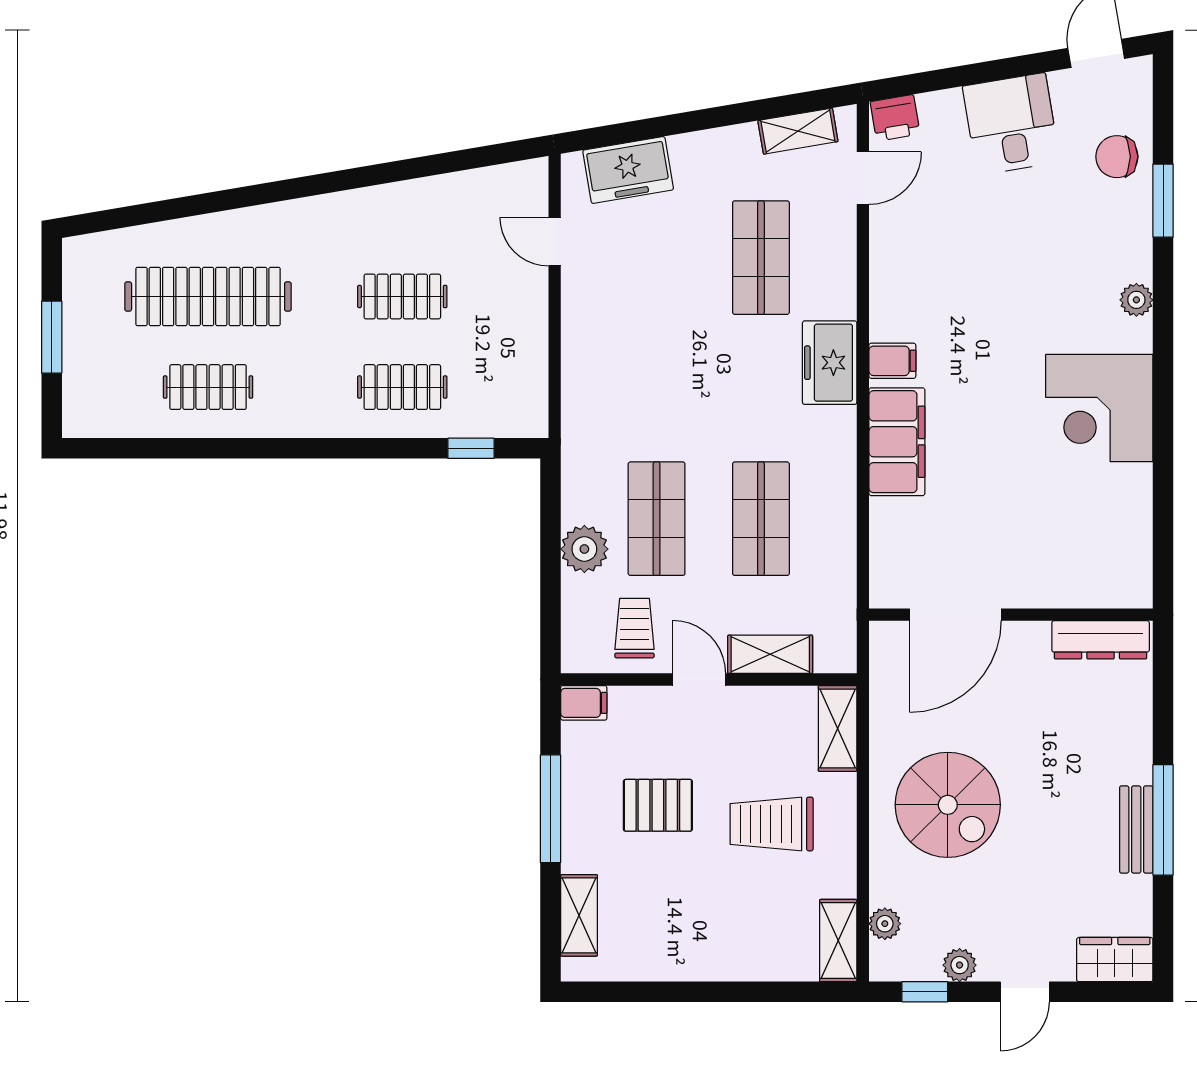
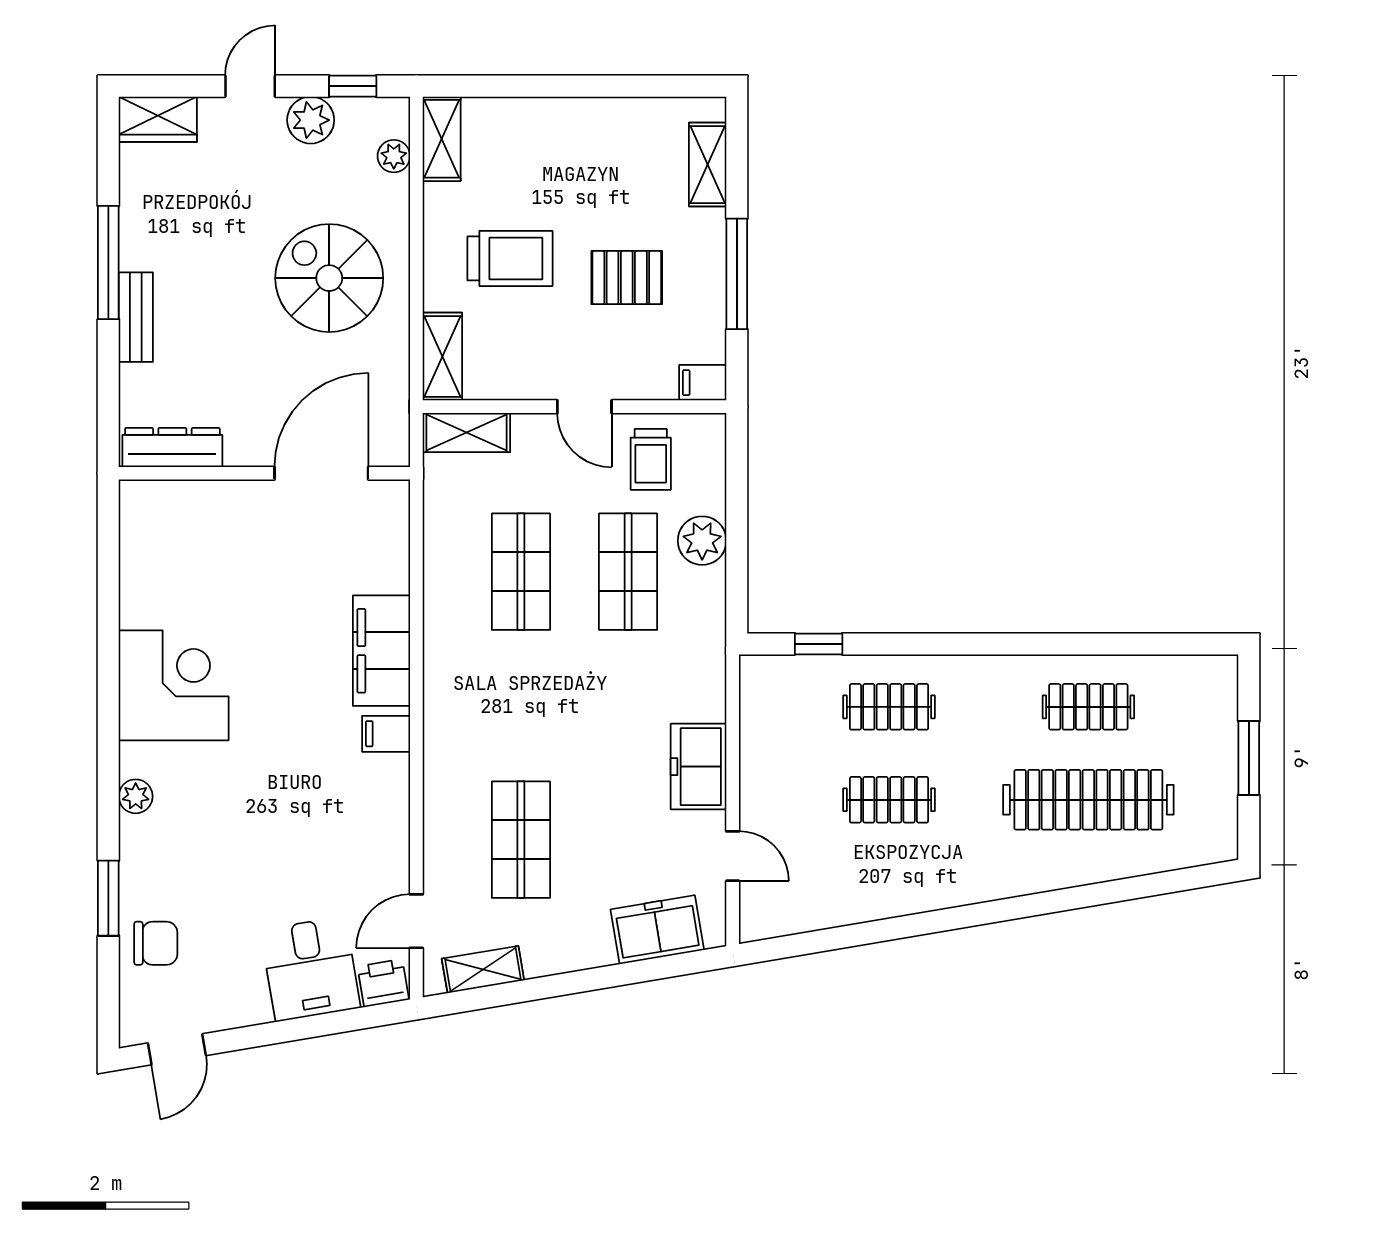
desk: (1011, 124) -> (310, 969), moved
freezer: (830, 363) -> (699, 767), moved, turned 180
shelving: (770, 654) -> (466, 433), moved
bench: (1136, 829) -> (136, 317), moved
plant: (960, 965) -> (311, 120), width x1.38, depth x1.38

